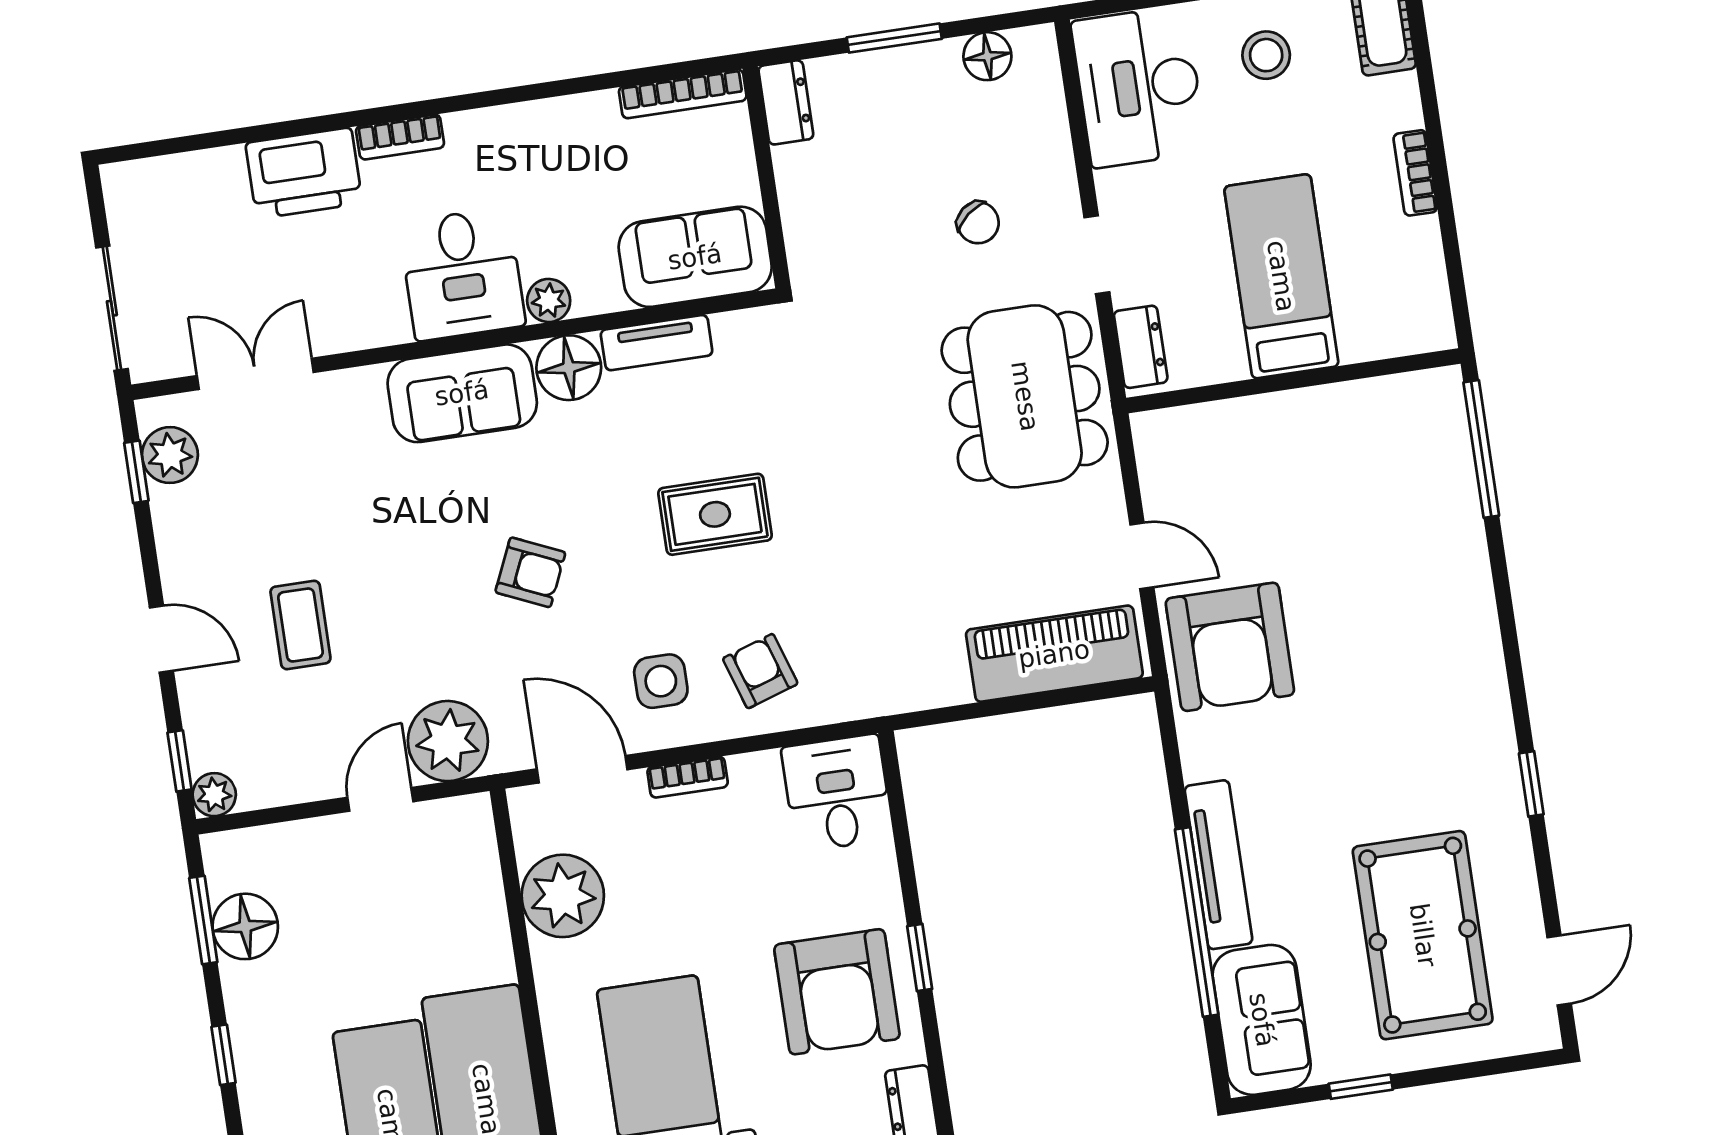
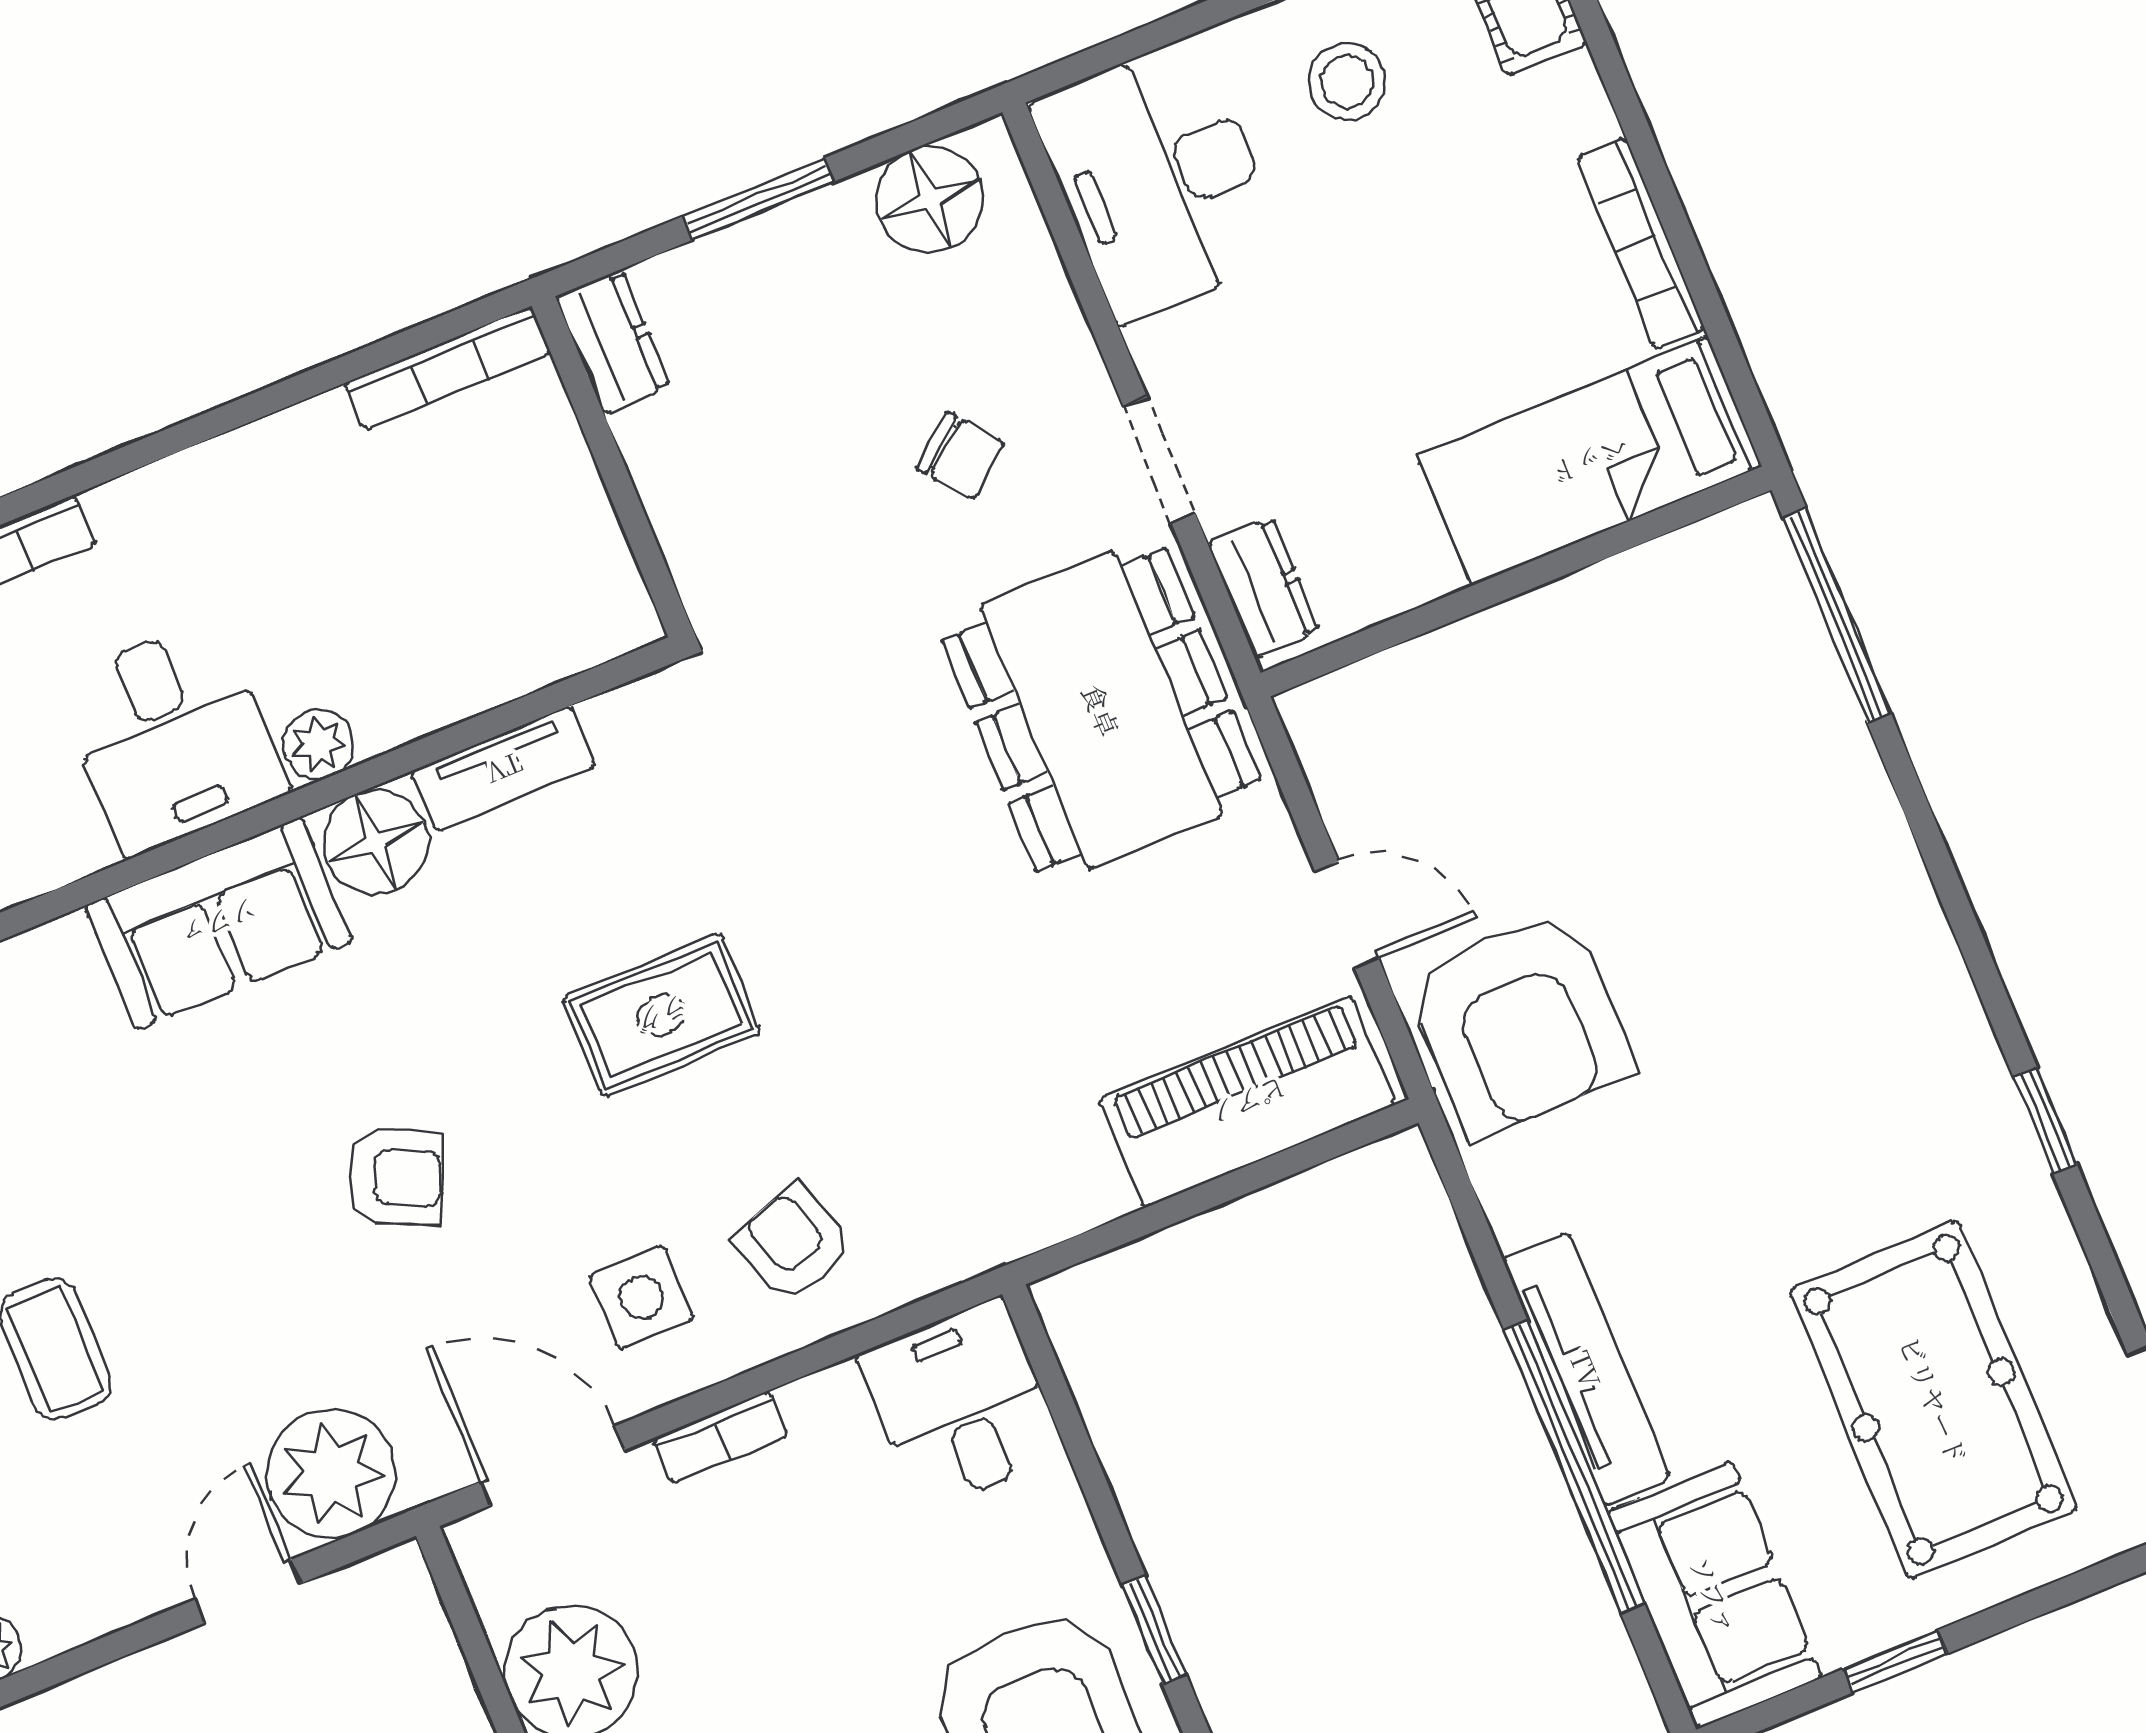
floor lamp: (987, 56) -> (930, 199), width x1.38, depth x1.38
bookcase: (1415, 173) -> (1641, 243), width x1.56
sofa: (695, 257) -> (531, 619), removed
bed: (1281, 276) -> (1590, 461), moved, turned -90

